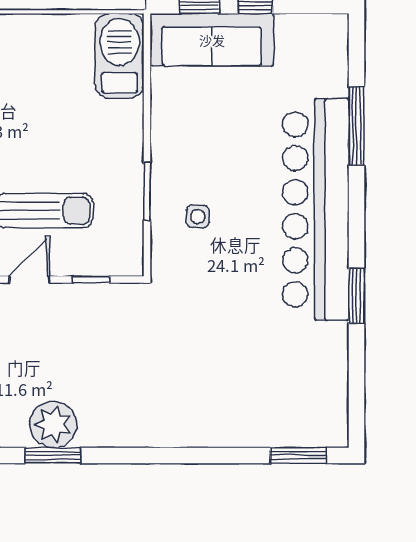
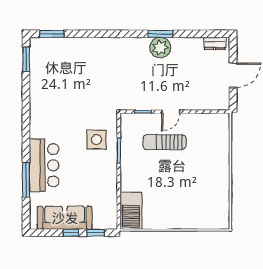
sofa: (212, 40) -> (65, 218), moved
bar counter: (316, 209) -> (44, 165), width x0.54
side table: (198, 216) -> (96, 140), width x1.87, depth x1.87
window: (357, 296) -> (26, 59), moved

